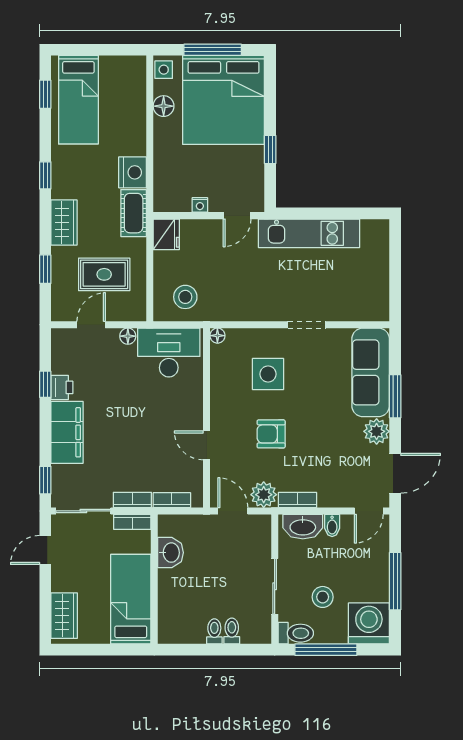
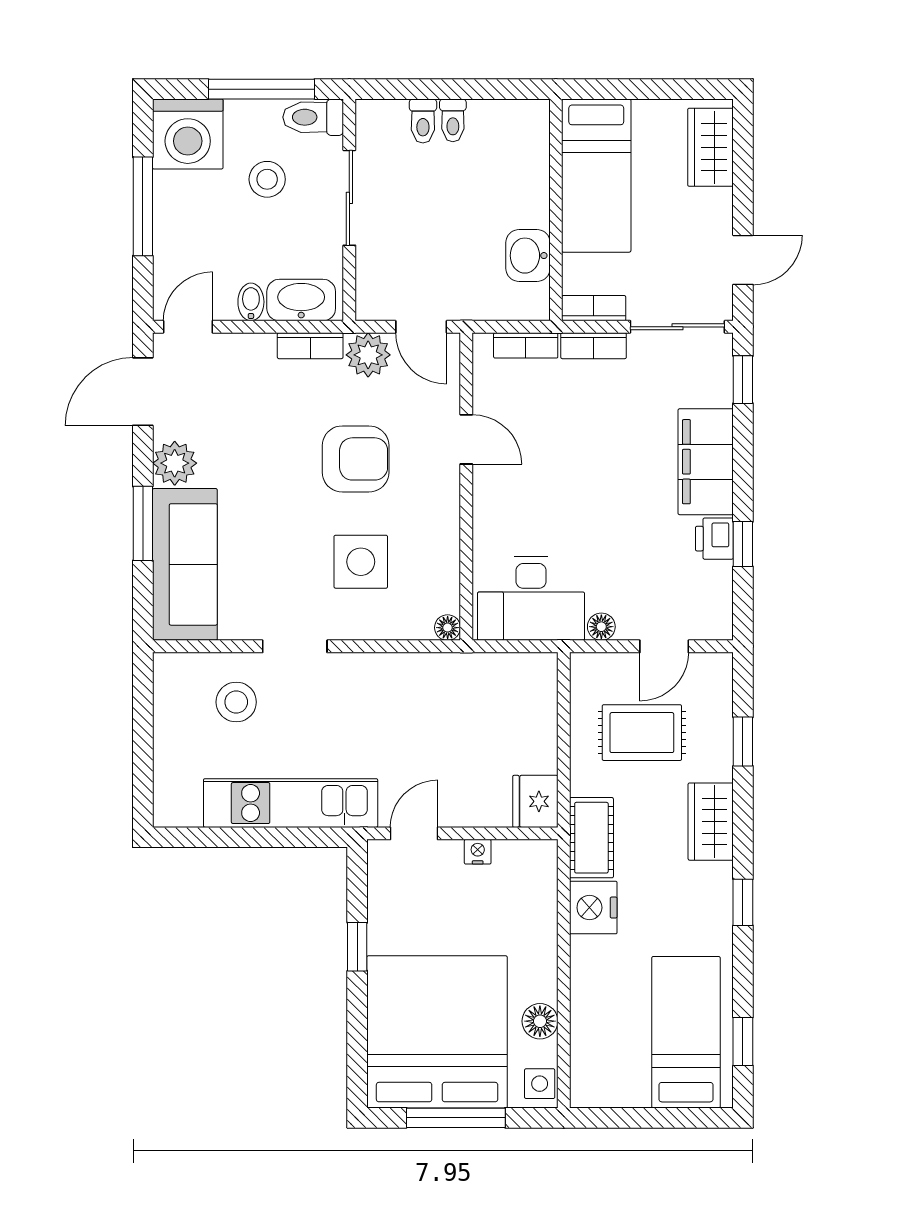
stool: (185, 297) -> (236, 702), moved
armchair: (271, 434) -> (356, 459), width x1.38, depth x1.38

